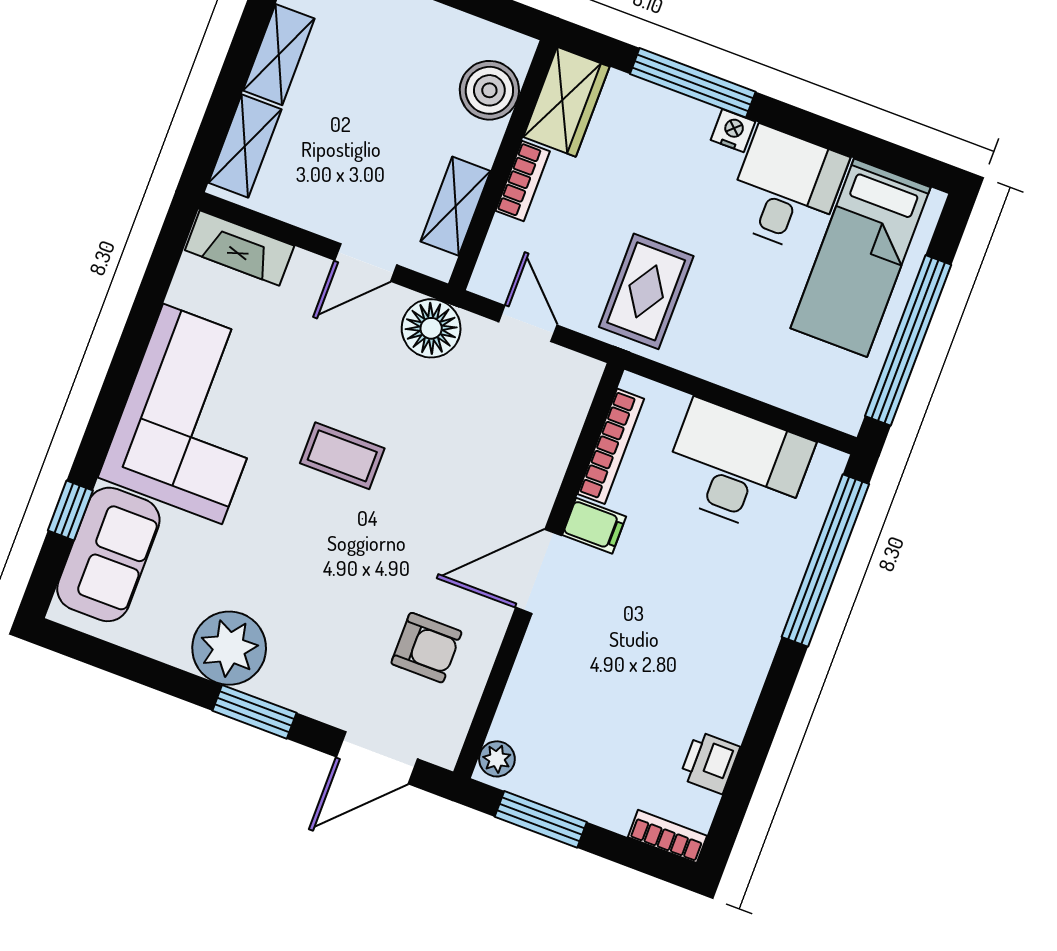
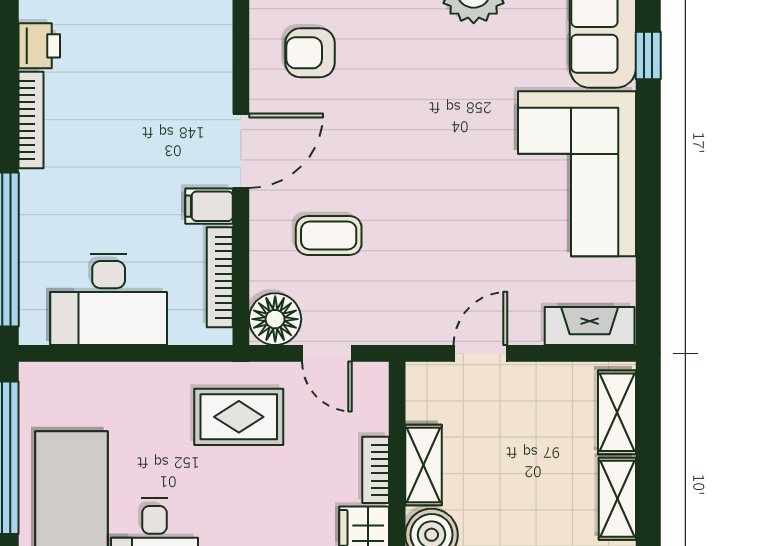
shelving: (455, 206) -> (424, 465), moved
rug: (646, 291) -> (239, 417), turned 90
floor lamp: (431, 328) -> (275, 319), moved
coffee table: (342, 456) -> (329, 235), moved
bookcase: (748, 687) -> (31, 120), added

